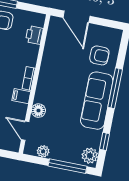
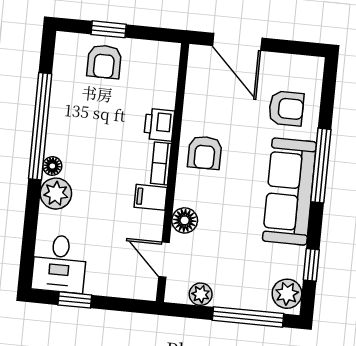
printer: (34, 35) -> (159, 125), moved
armchair: (53, 75) -> (205, 153), added

